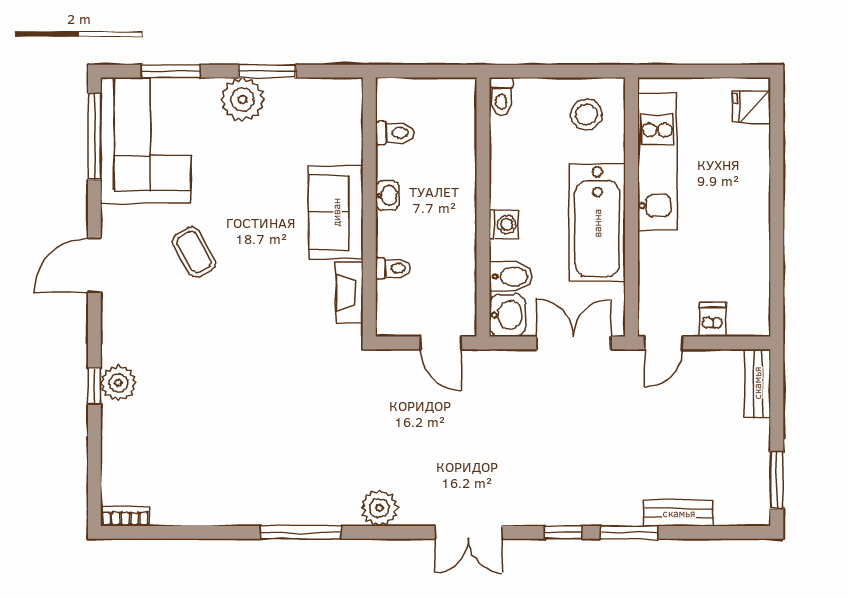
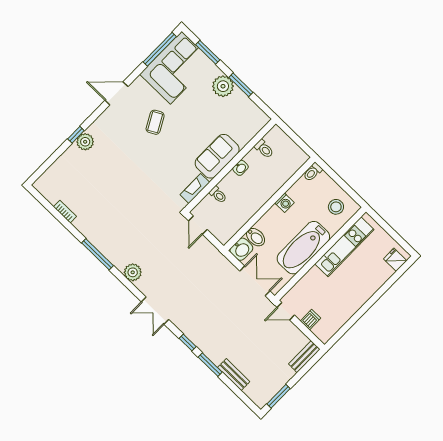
washing machine: (504, 224) -> (285, 203), moved
door: (441, 343) -> (198, 225), moved
bookcase: (125, 516) -> (65, 212), moved

